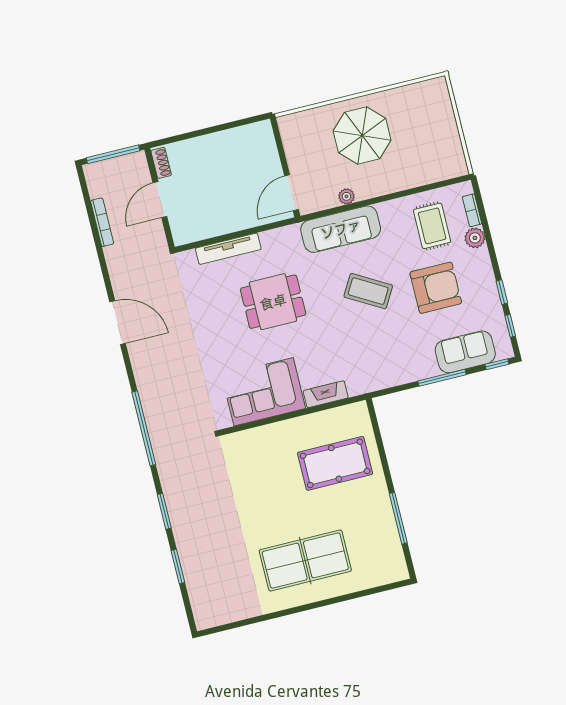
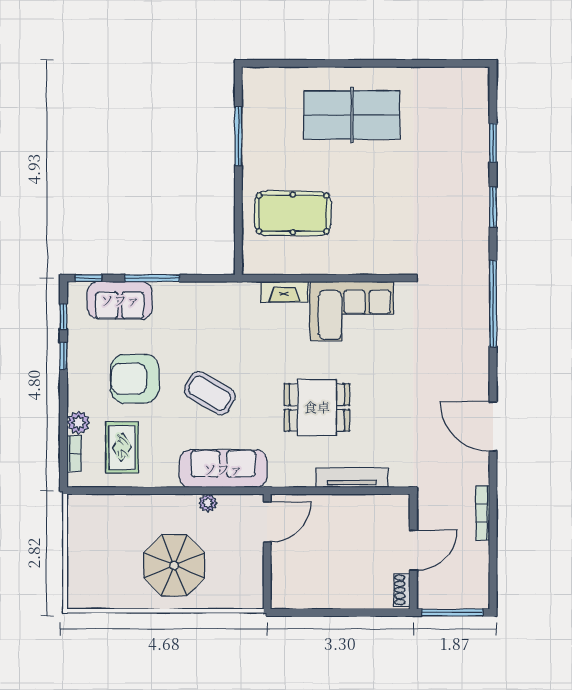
bookcase: (102, 222) -> (483, 513), moved

